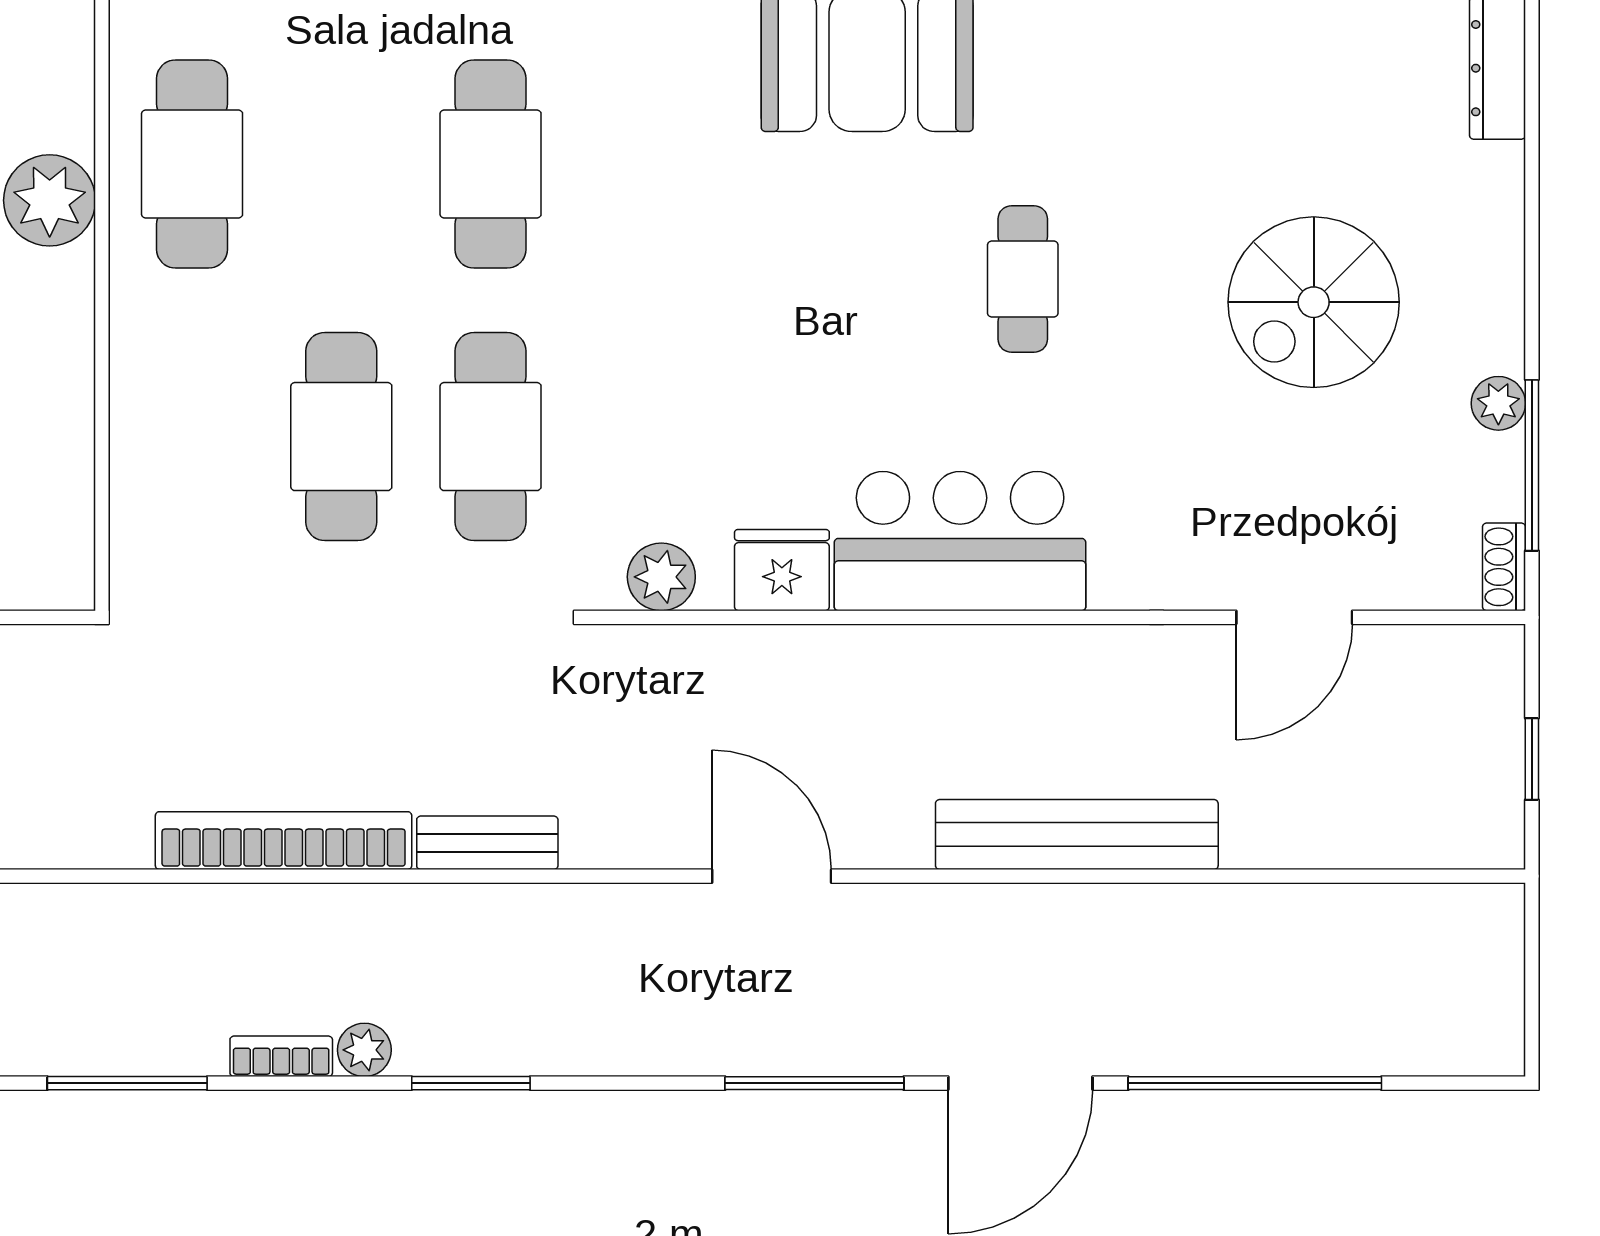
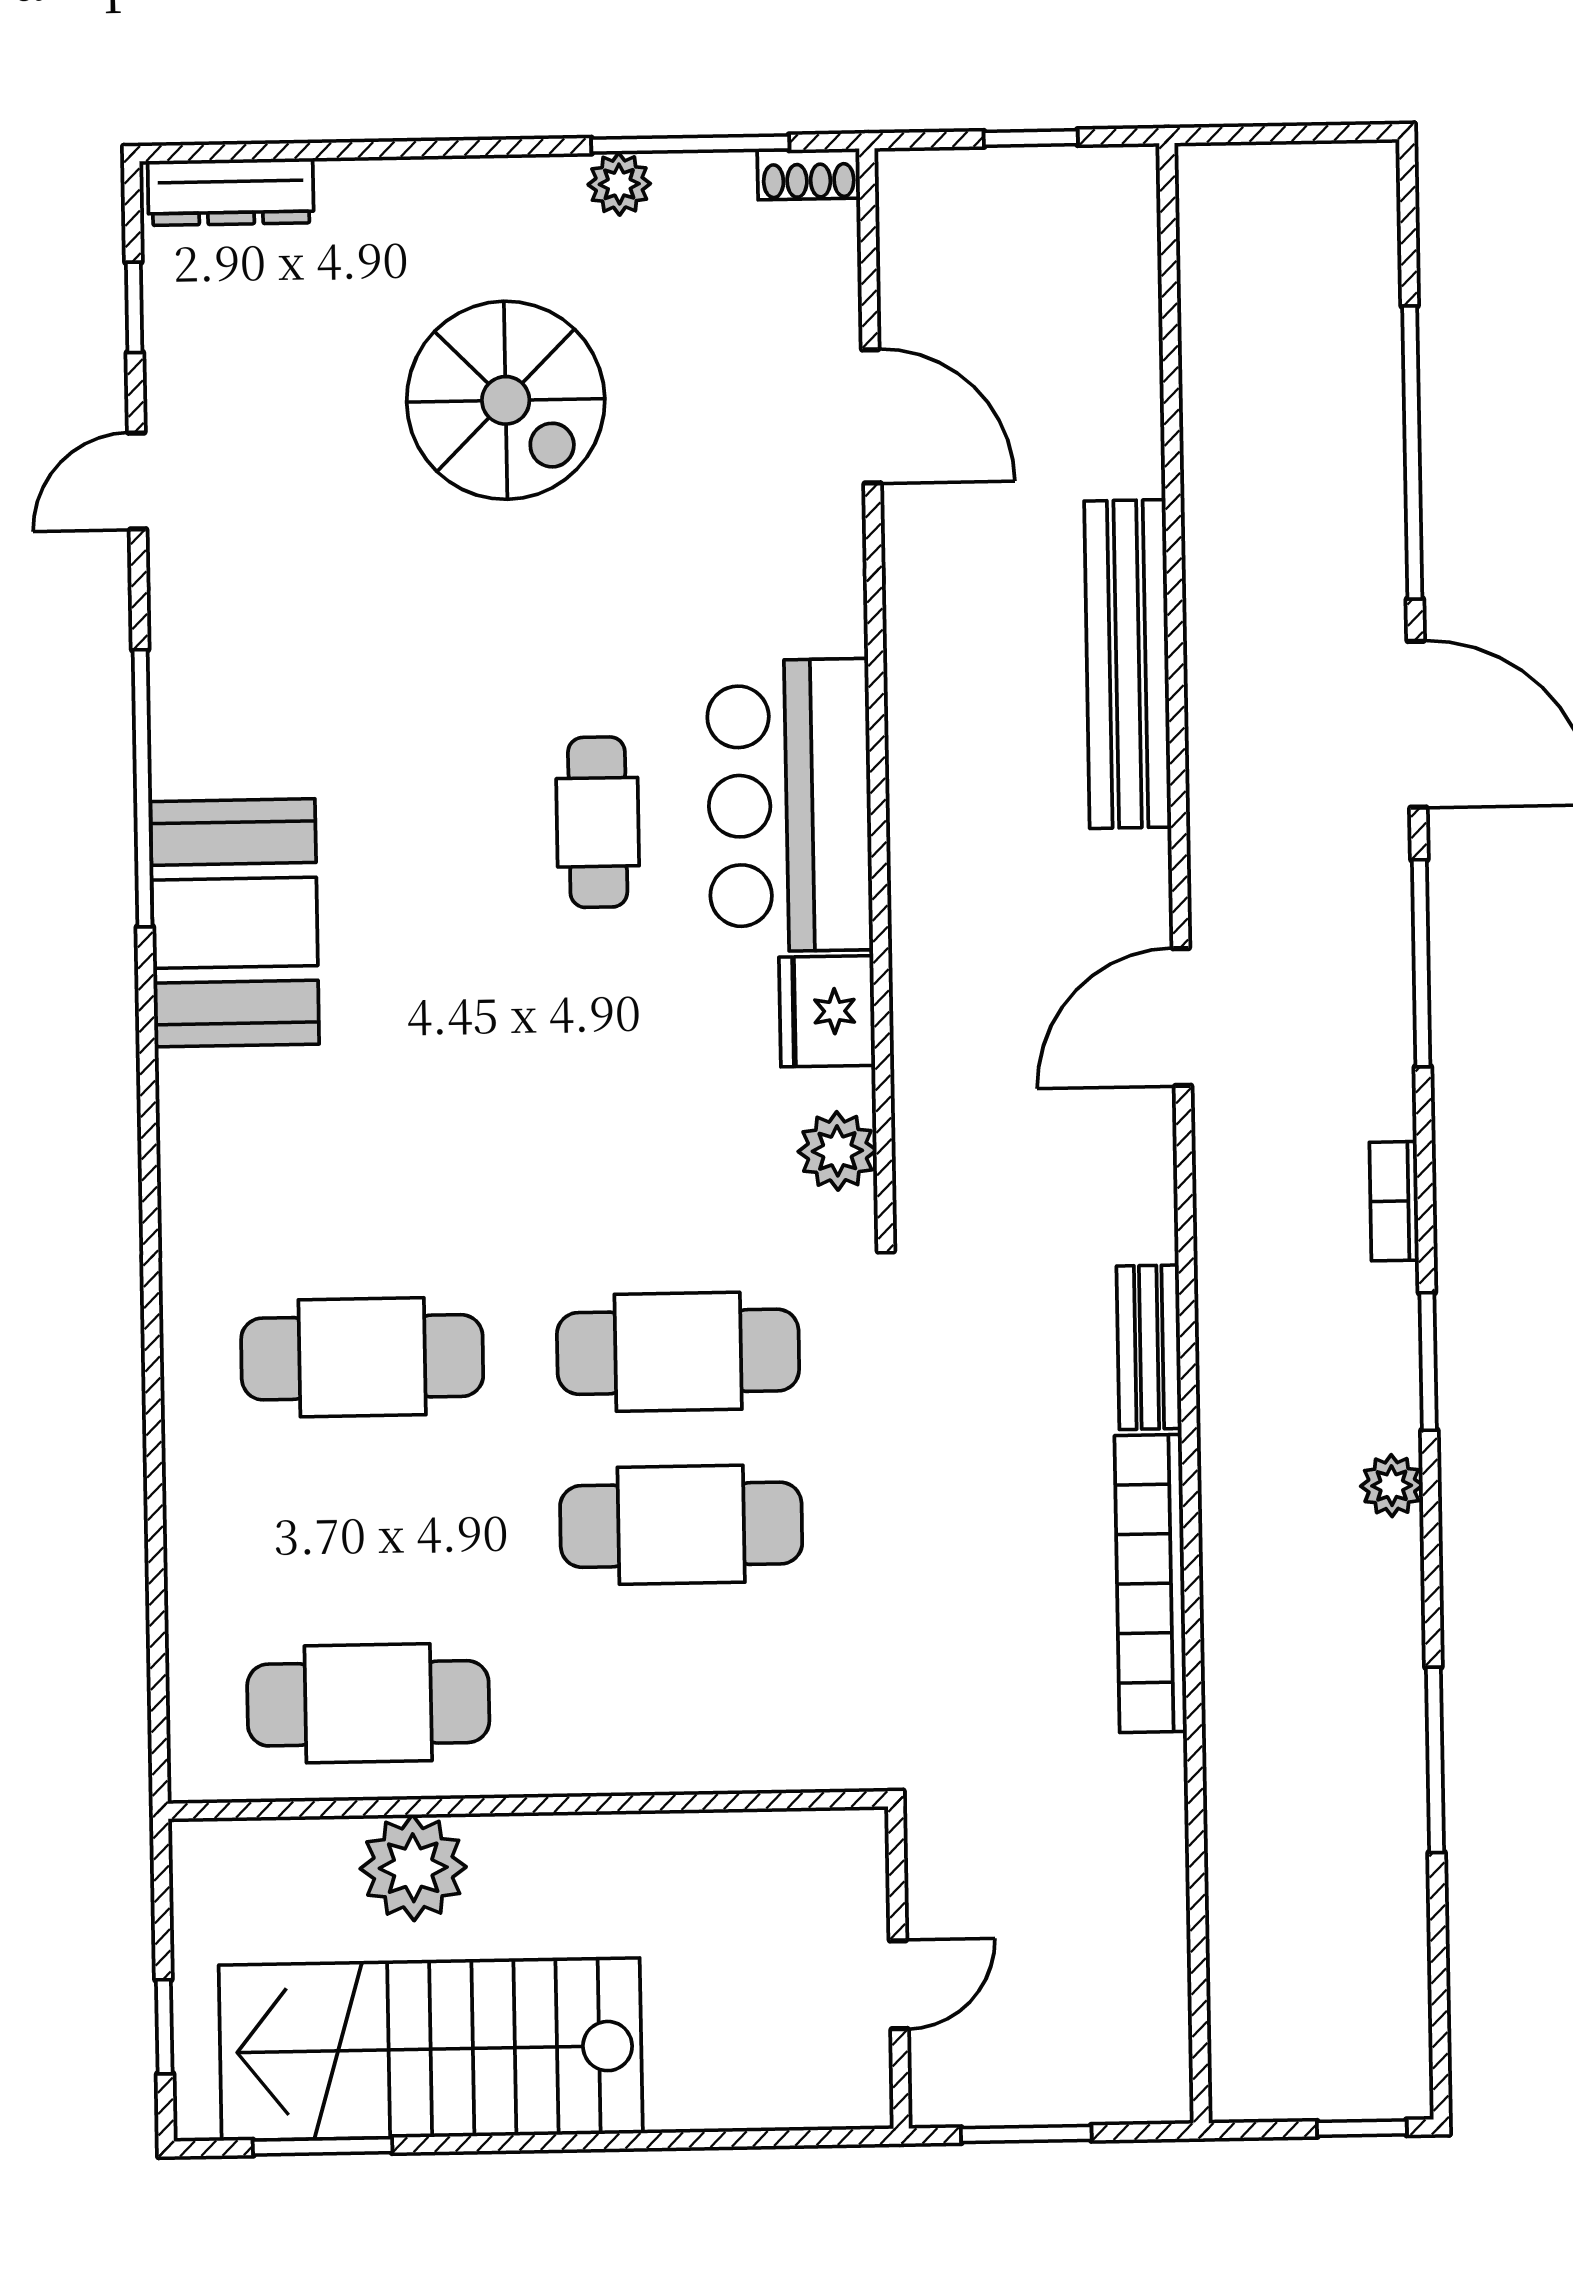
cafe table: (1023, 279) -> (598, 822), moved, turned 90
bookcase: (281, 1056) -> (1394, 1201), moved

